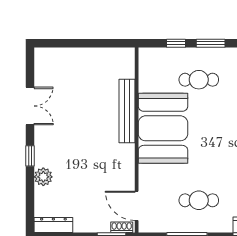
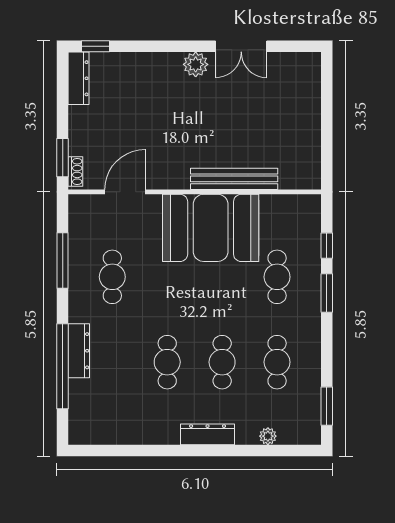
window: (30, 156) -> (95, 46), moved
plant: (43, 177) -> (196, 64), moved
door: (137, 206) -> (125, 192), moved

